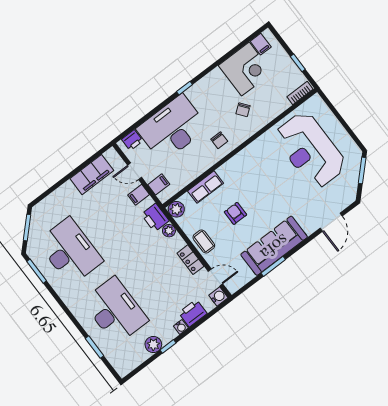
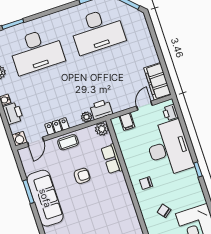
filing cabinet: (92, 175) -> (157, 81), moved
filing cabinet: (139, 195) -> (124, 102), removed

